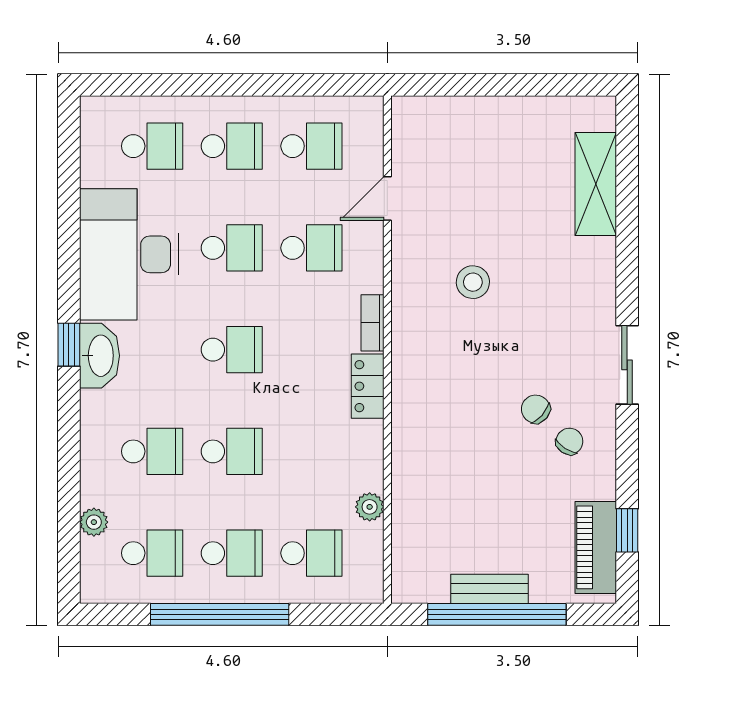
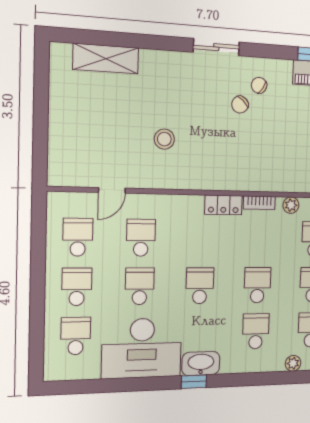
door: (387, 199) -> (112, 190), hinge flipped
bookcase: (373, 323) -> (259, 203), moved

